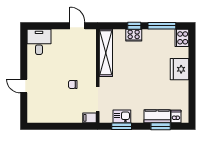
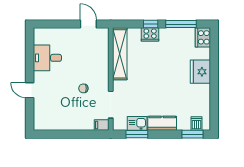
desk: (39, 42) -> (47, 58), moved, turned -90
kitchen counter: (157, 116) -> (162, 123), moved
window: (161, 126) -> (193, 134), moved

